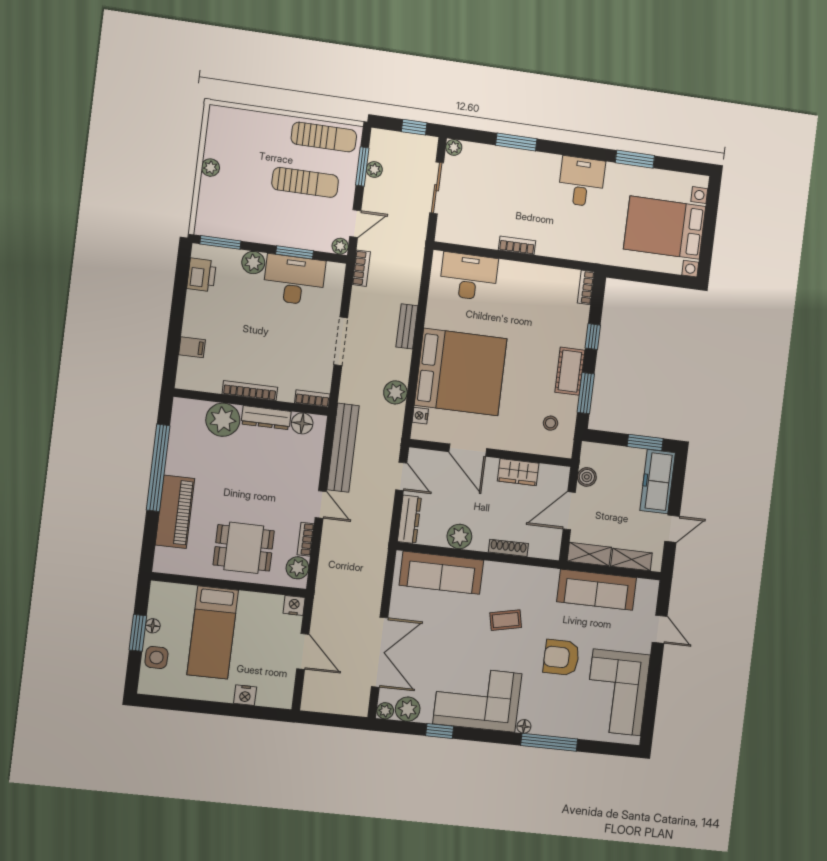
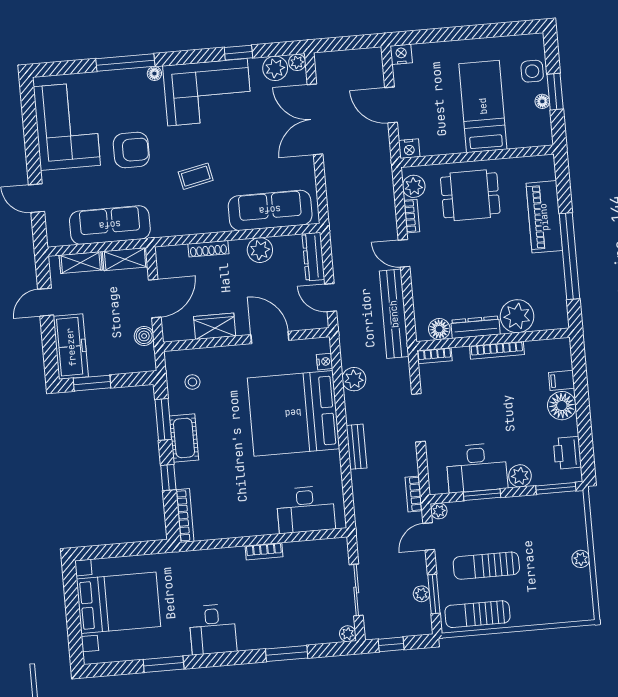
bookcase: (586, 287) -> (185, 516), width x1.56
floor lamp: (197, 322) -> (562, 406), added
nightstand: (245, 695) -> (401, 54), moved

